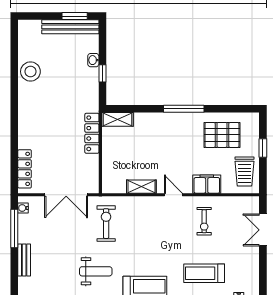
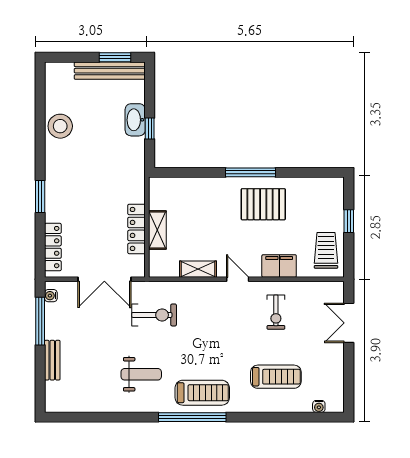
washbasin: (93, 60) -> (135, 120), width x1.91, depth x1.45
shelving: (117, 119) -> (157, 230), moved, turned 90
window: (14, 128) -> (40, 197), added
locker: (92, 133) -> (136, 229), moved
pallet: (222, 135) -> (263, 204), moved
trolley: (245, 171) -> (326, 250), turned 180
exercise bike: (106, 224) -> (154, 315), turned 90
treadmill: (204, 273) -> (276, 377), turned 180

